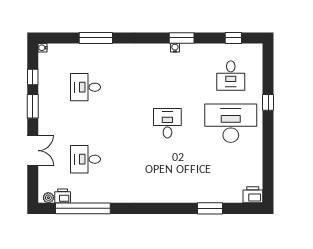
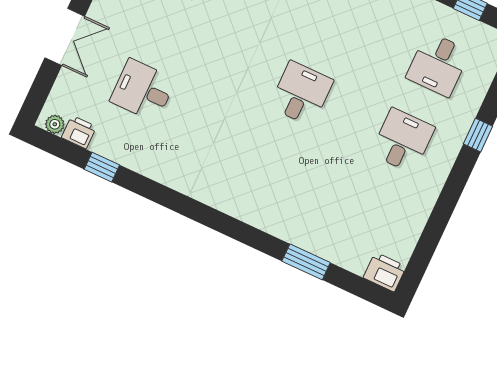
desk: (231, 123) -> (403, 141), width x0.53, depth x0.77
window: (83, 208) -> (102, 167), width x0.32

